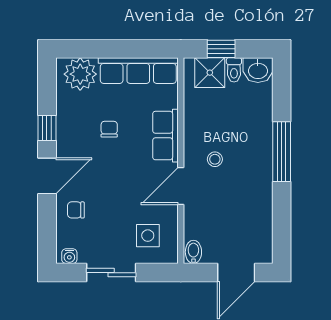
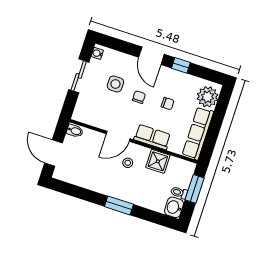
window: (221, 49) -> (195, 189), width x1.50
shower: (210, 73) -> (158, 161), moved
window: (282, 152) -> (119, 205), width x0.69
door: (181, 186) -> (118, 136), swing flipped
chair: (76, 210) -> (139, 97), moved
side table: (148, 236) -> (115, 84), moved

